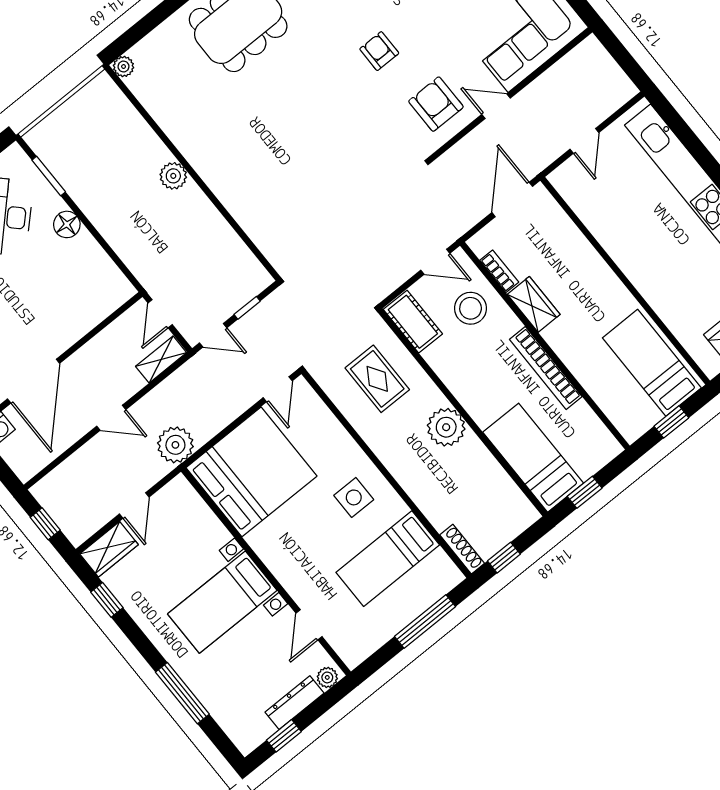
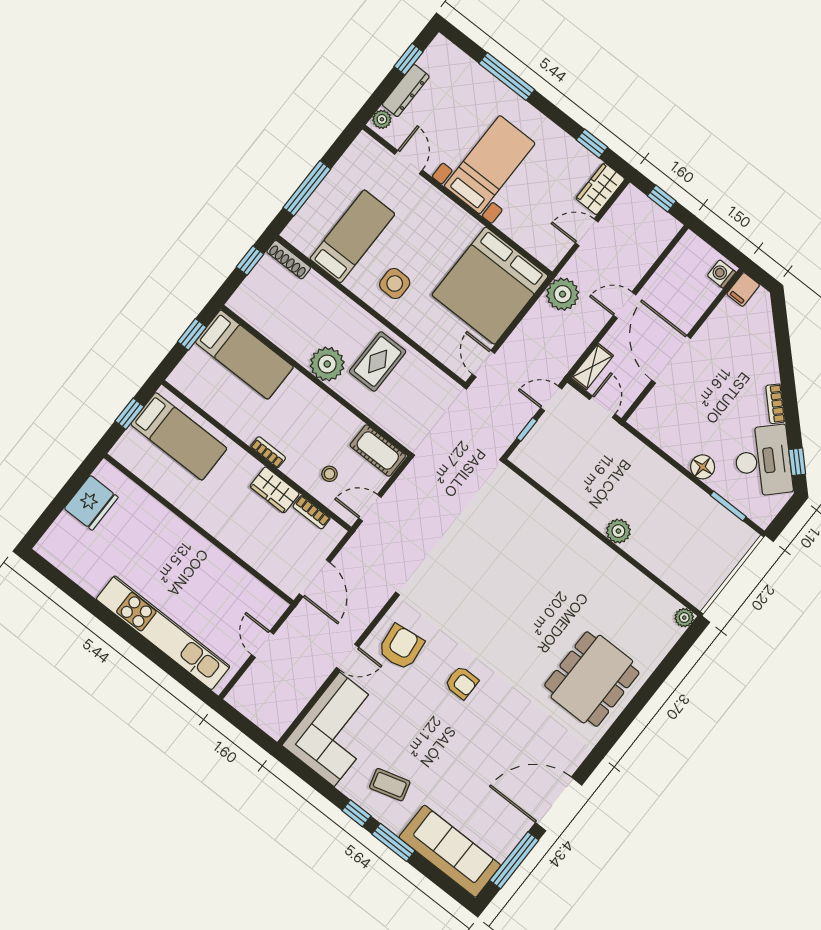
armchair: (436, 104) -> (401, 647), turned -97
stool: (471, 308) -> (330, 474), width x0.53, depth x0.53
bed: (652, 363) -> (179, 436), moved
bookcase: (546, 368) -> (268, 452), width x0.43, depth x0.76
rug: (377, 379) -> (378, 361), moved, turned 90
door: (34, 381) -> (671, 359), moved
door: (134, 506) -> (587, 232), hinge flipped

